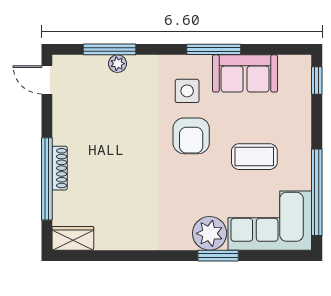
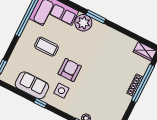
window: (214, 49) -> (40, 103), width x0.46
window: (218, 256) -> (96, 17), moved

